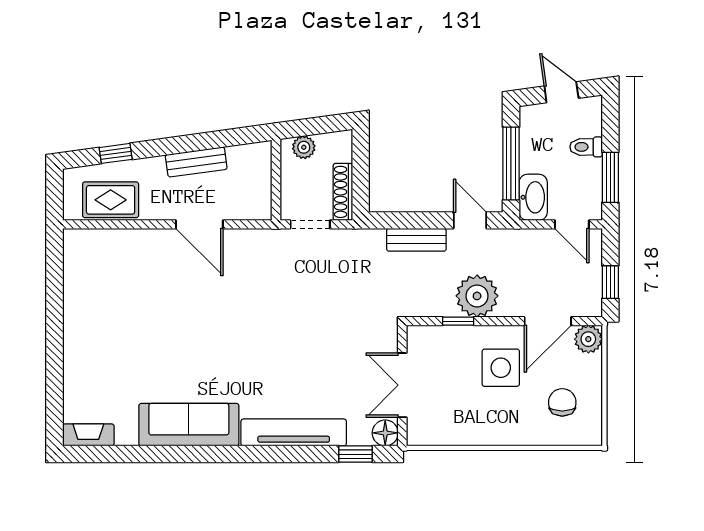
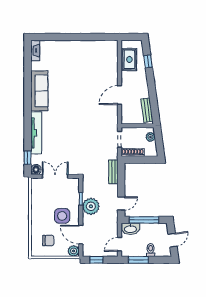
bench: (196, 162) -> (147, 110), moved
bench: (416, 240) -> (113, 172), moved

